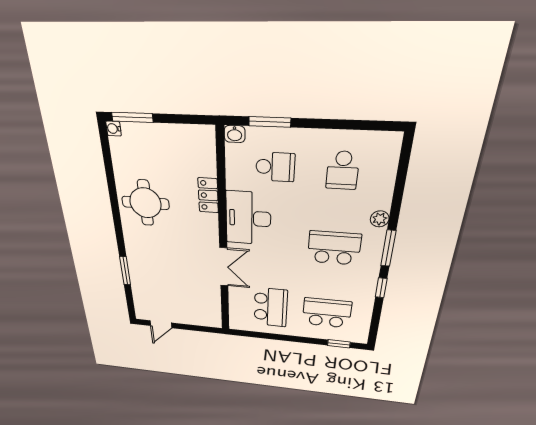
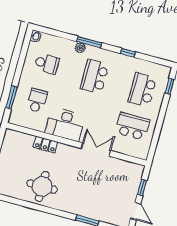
washbasin: (235, 134) -> (36, 36), moved
window: (388, 248) -> (89, 42), moved
window: (193, 328) -> (142, 187), added

